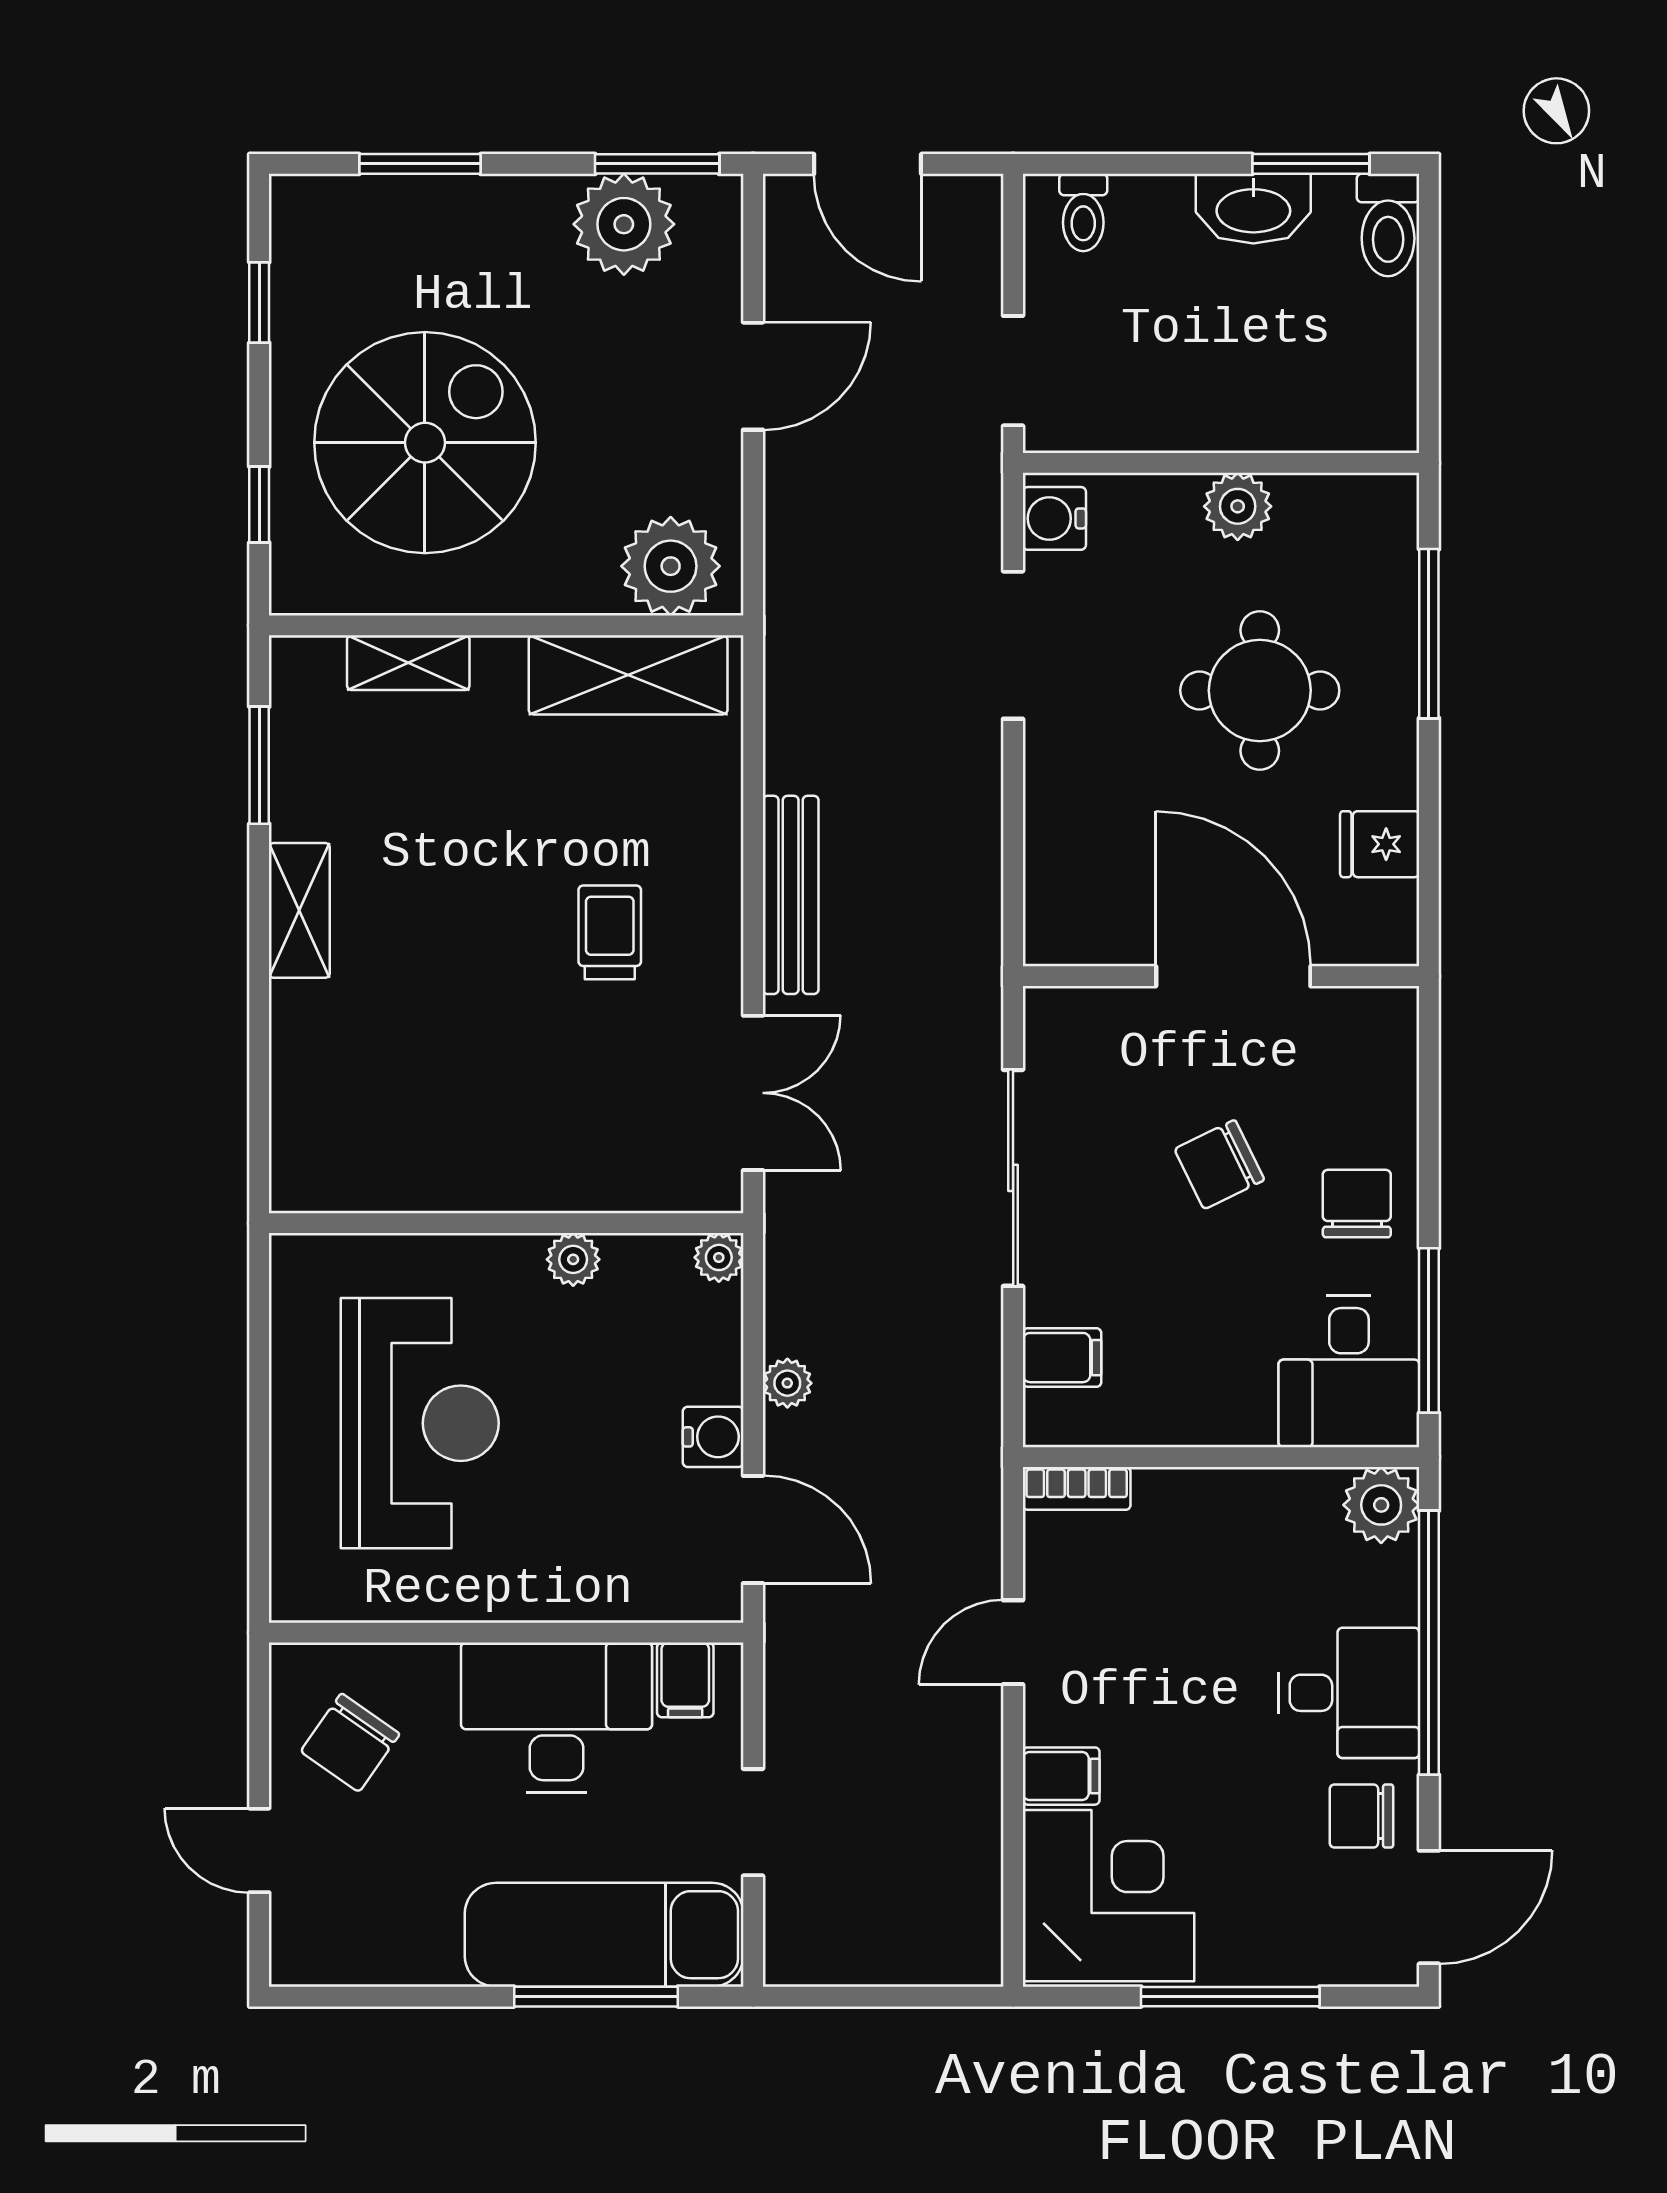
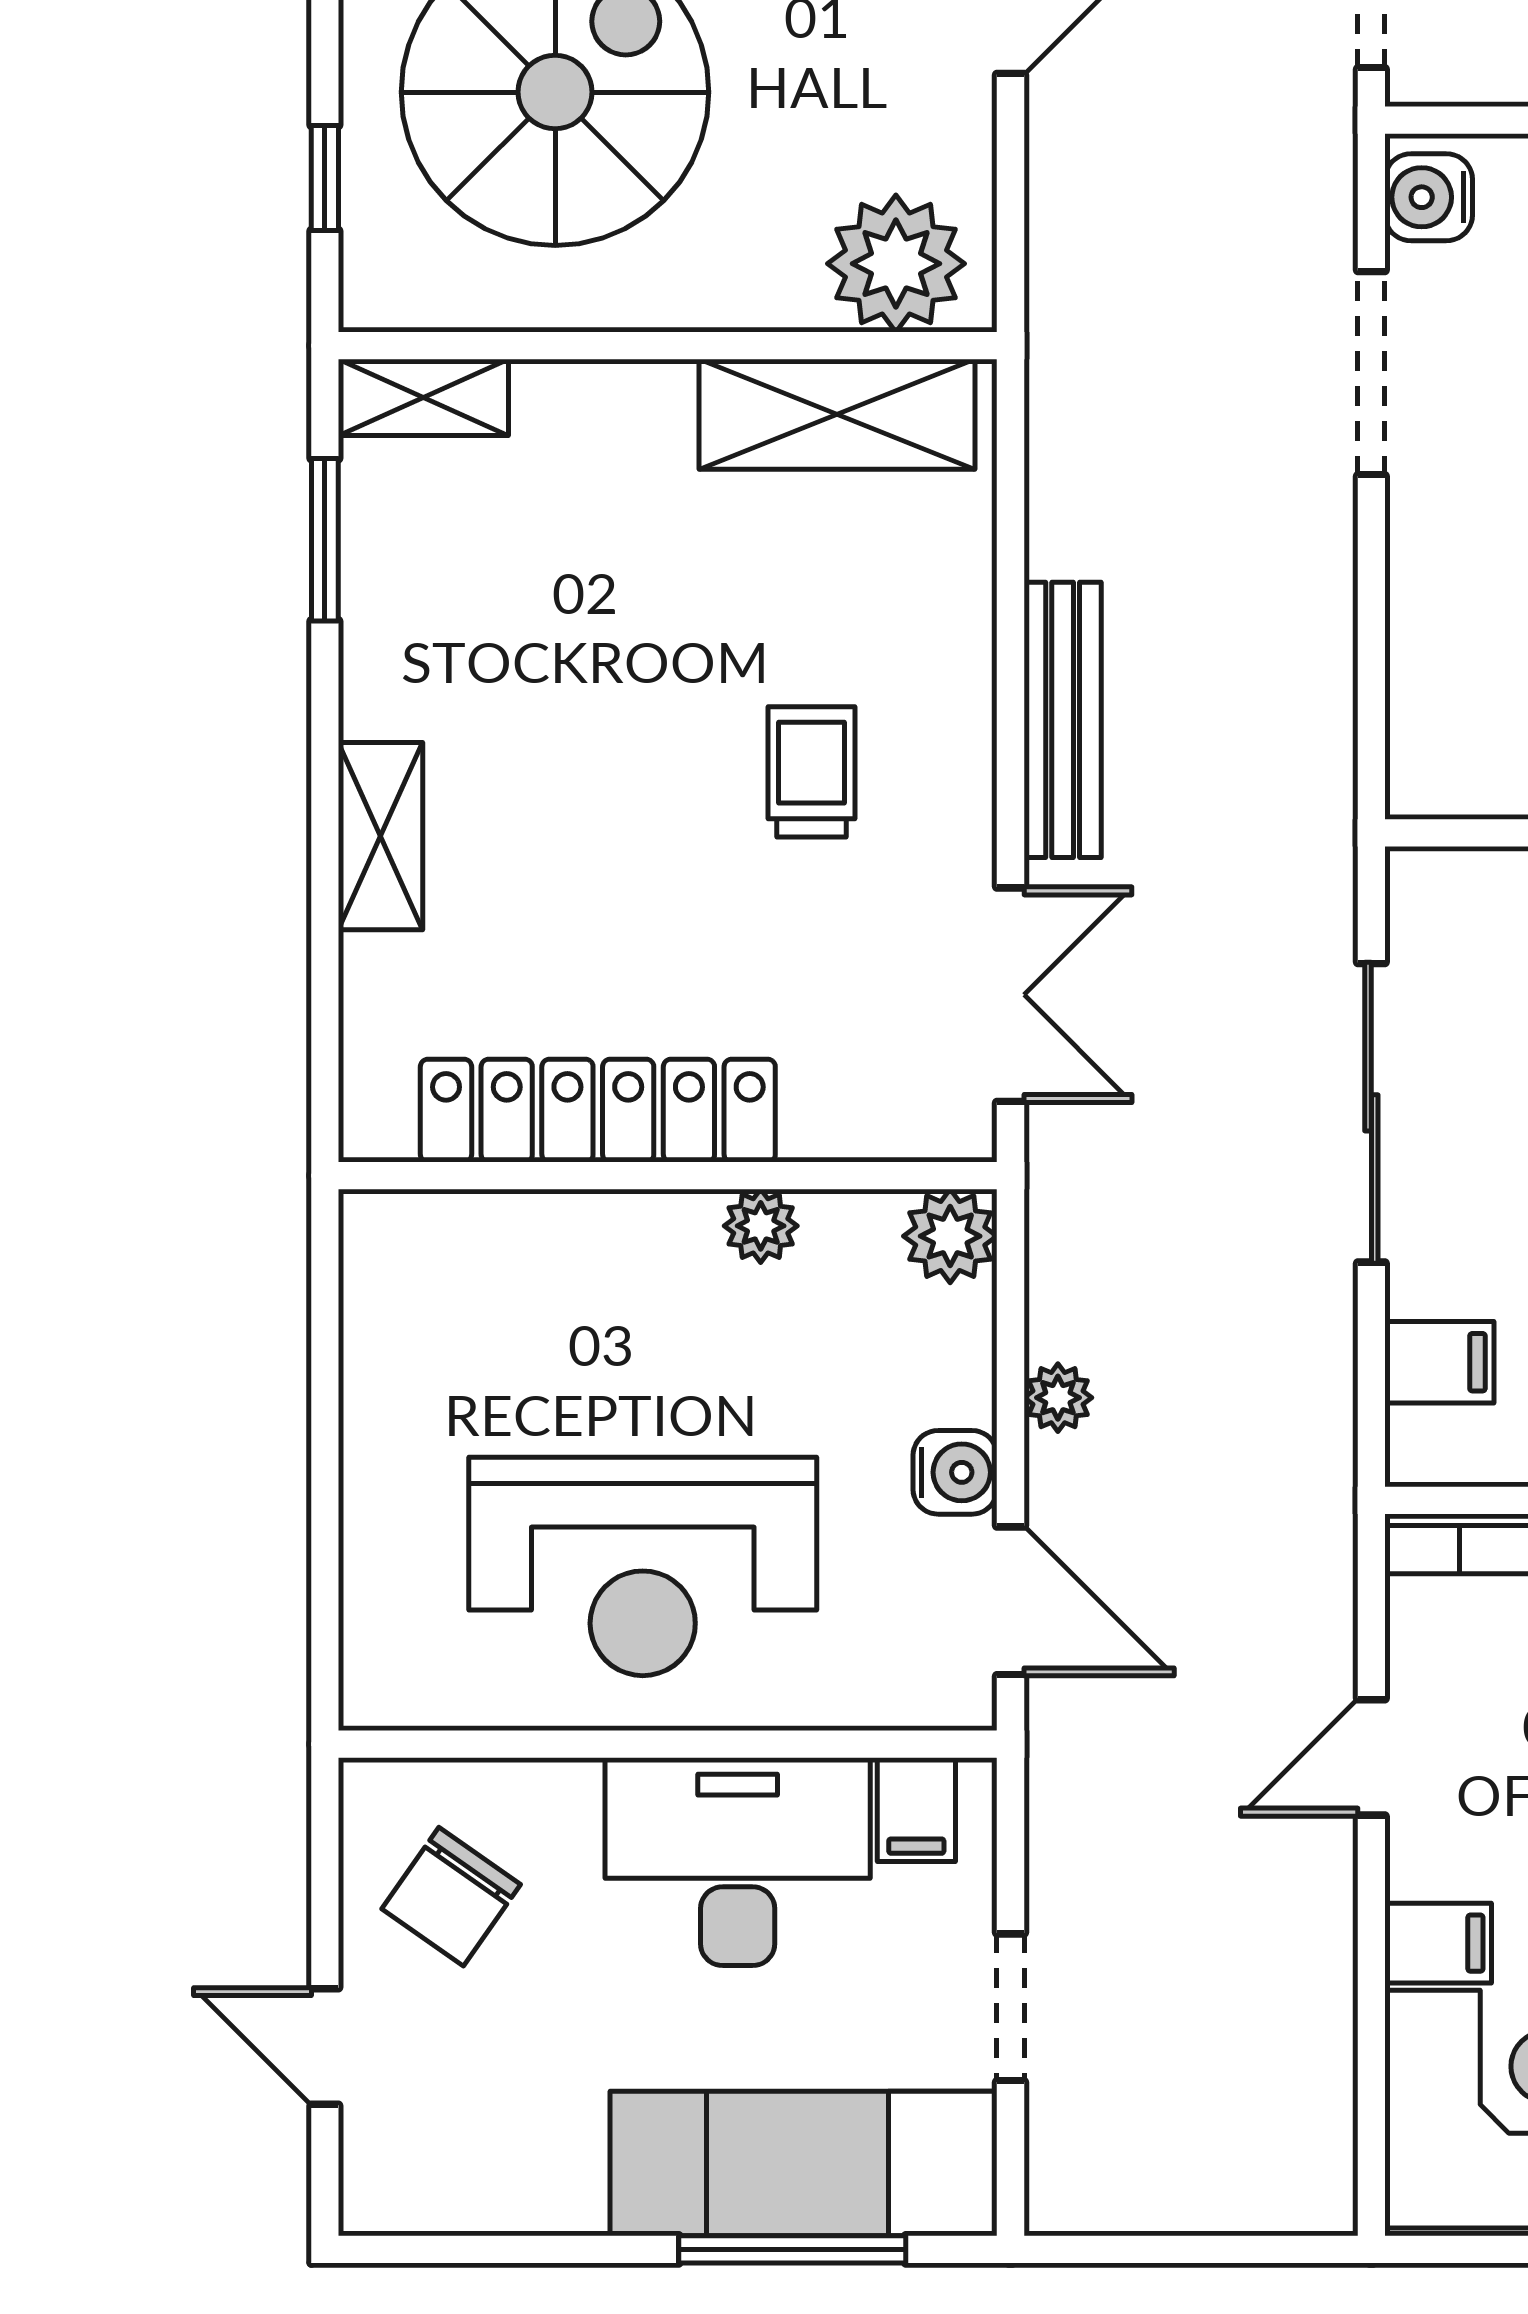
shelving: (408, 663) -> (423, 397), moved
shelving: (299, 910) -> (381, 836), moved
locker: (456, 1176) -> (598, 1111), added
plant: (719, 1257) -> (950, 1236), width x1.38, depth x1.38
reception desk: (420, 1423) -> (643, 1566), moved, turned 90

